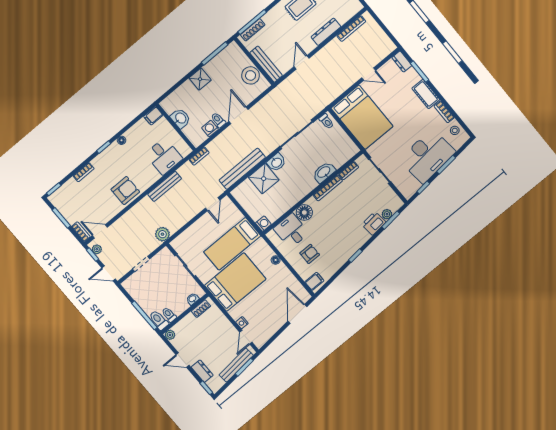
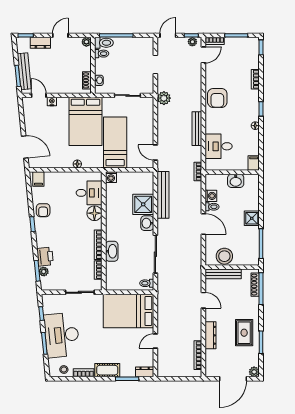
armchair: (310, 254) -> (43, 210), moved

